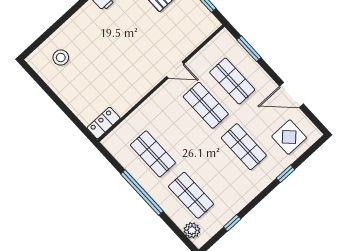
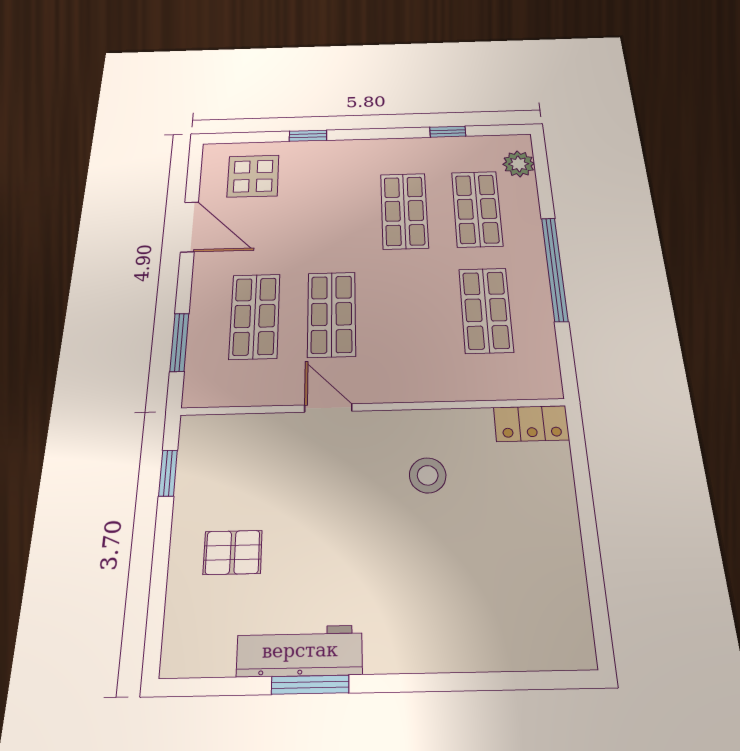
stool: (61, 58) -> (428, 475), moved
shop shelf: (244, 147) -> (404, 211), moved

